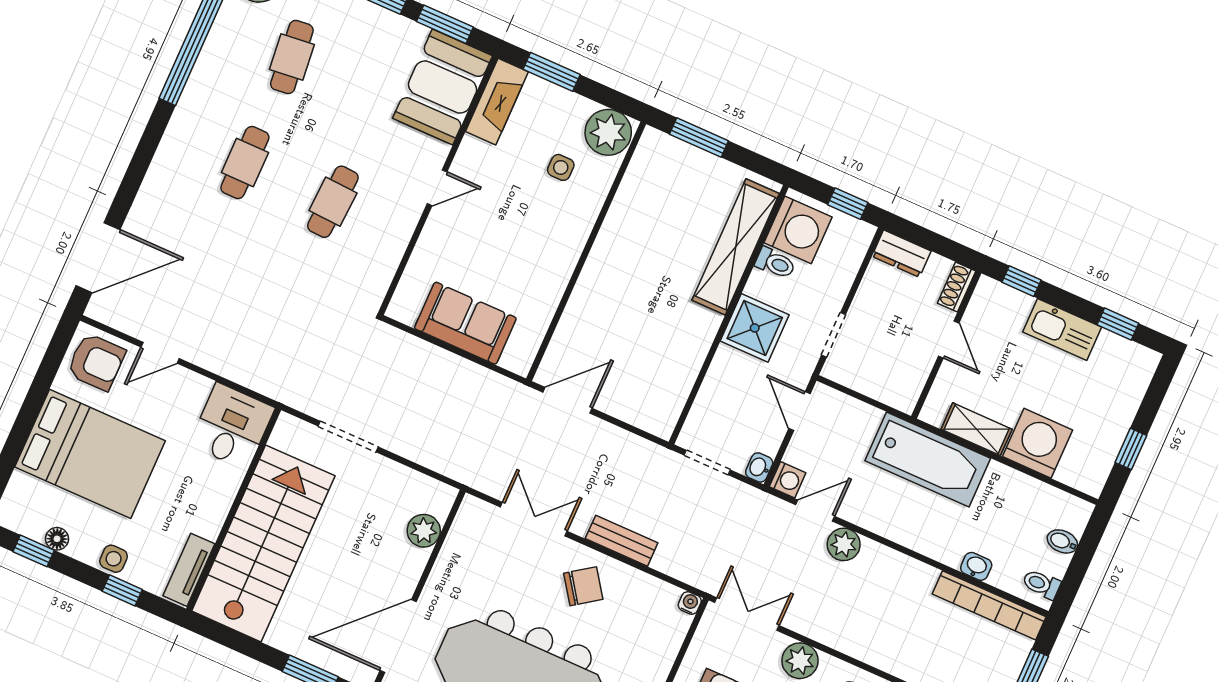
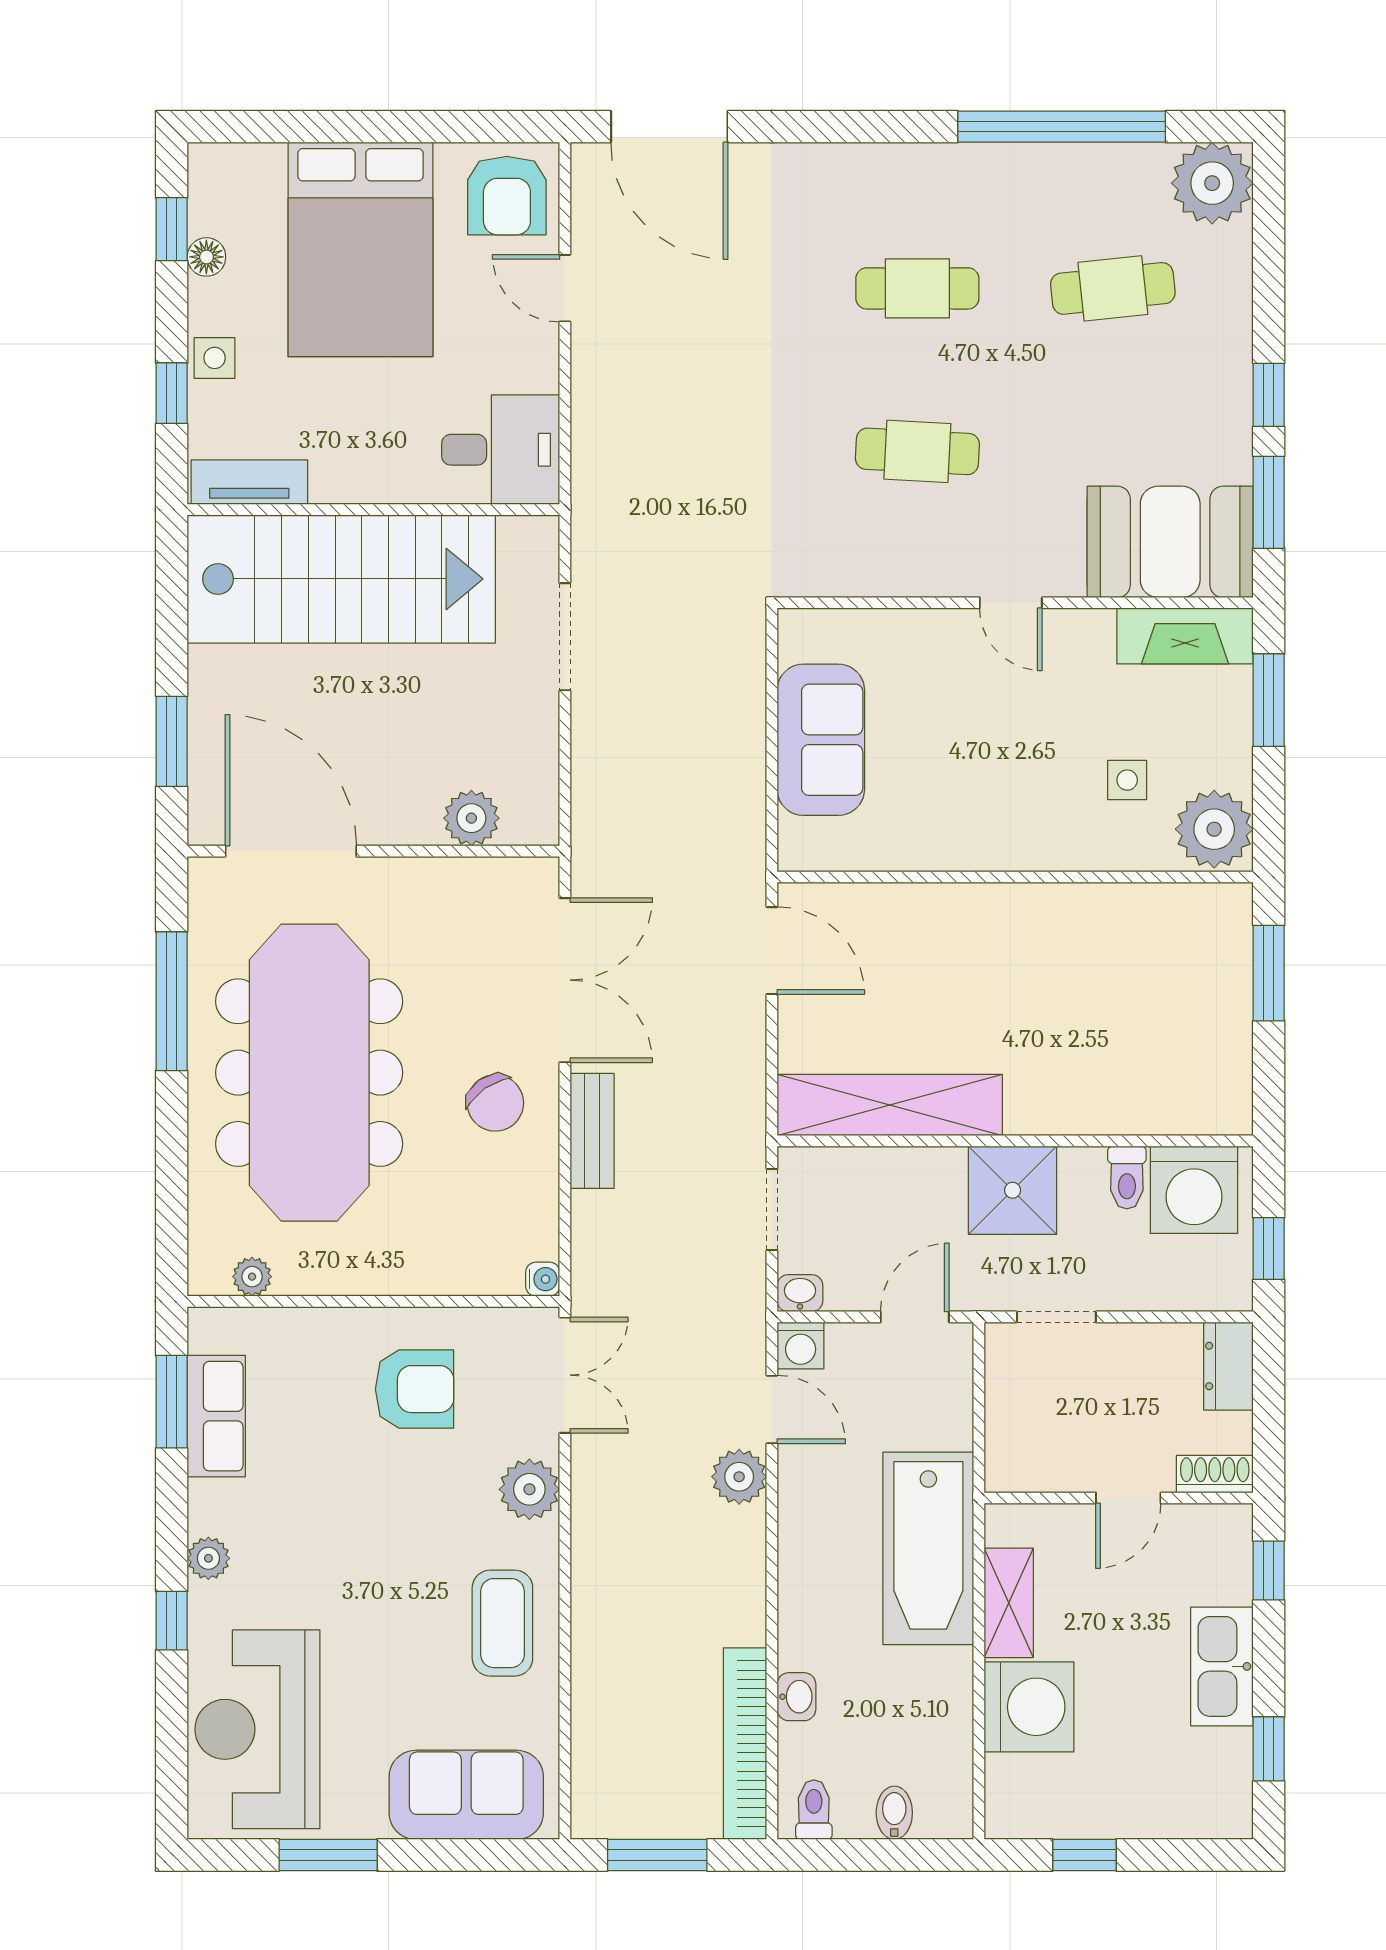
shelving: (736, 247) -> (890, 1105), moved
double door: (534, 519) -> (565, 980), width x1.37

